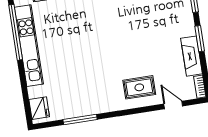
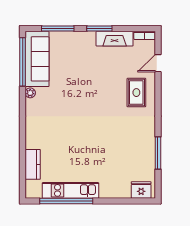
kitchen unit: (29, 46) -> (70, 190), width x0.73

